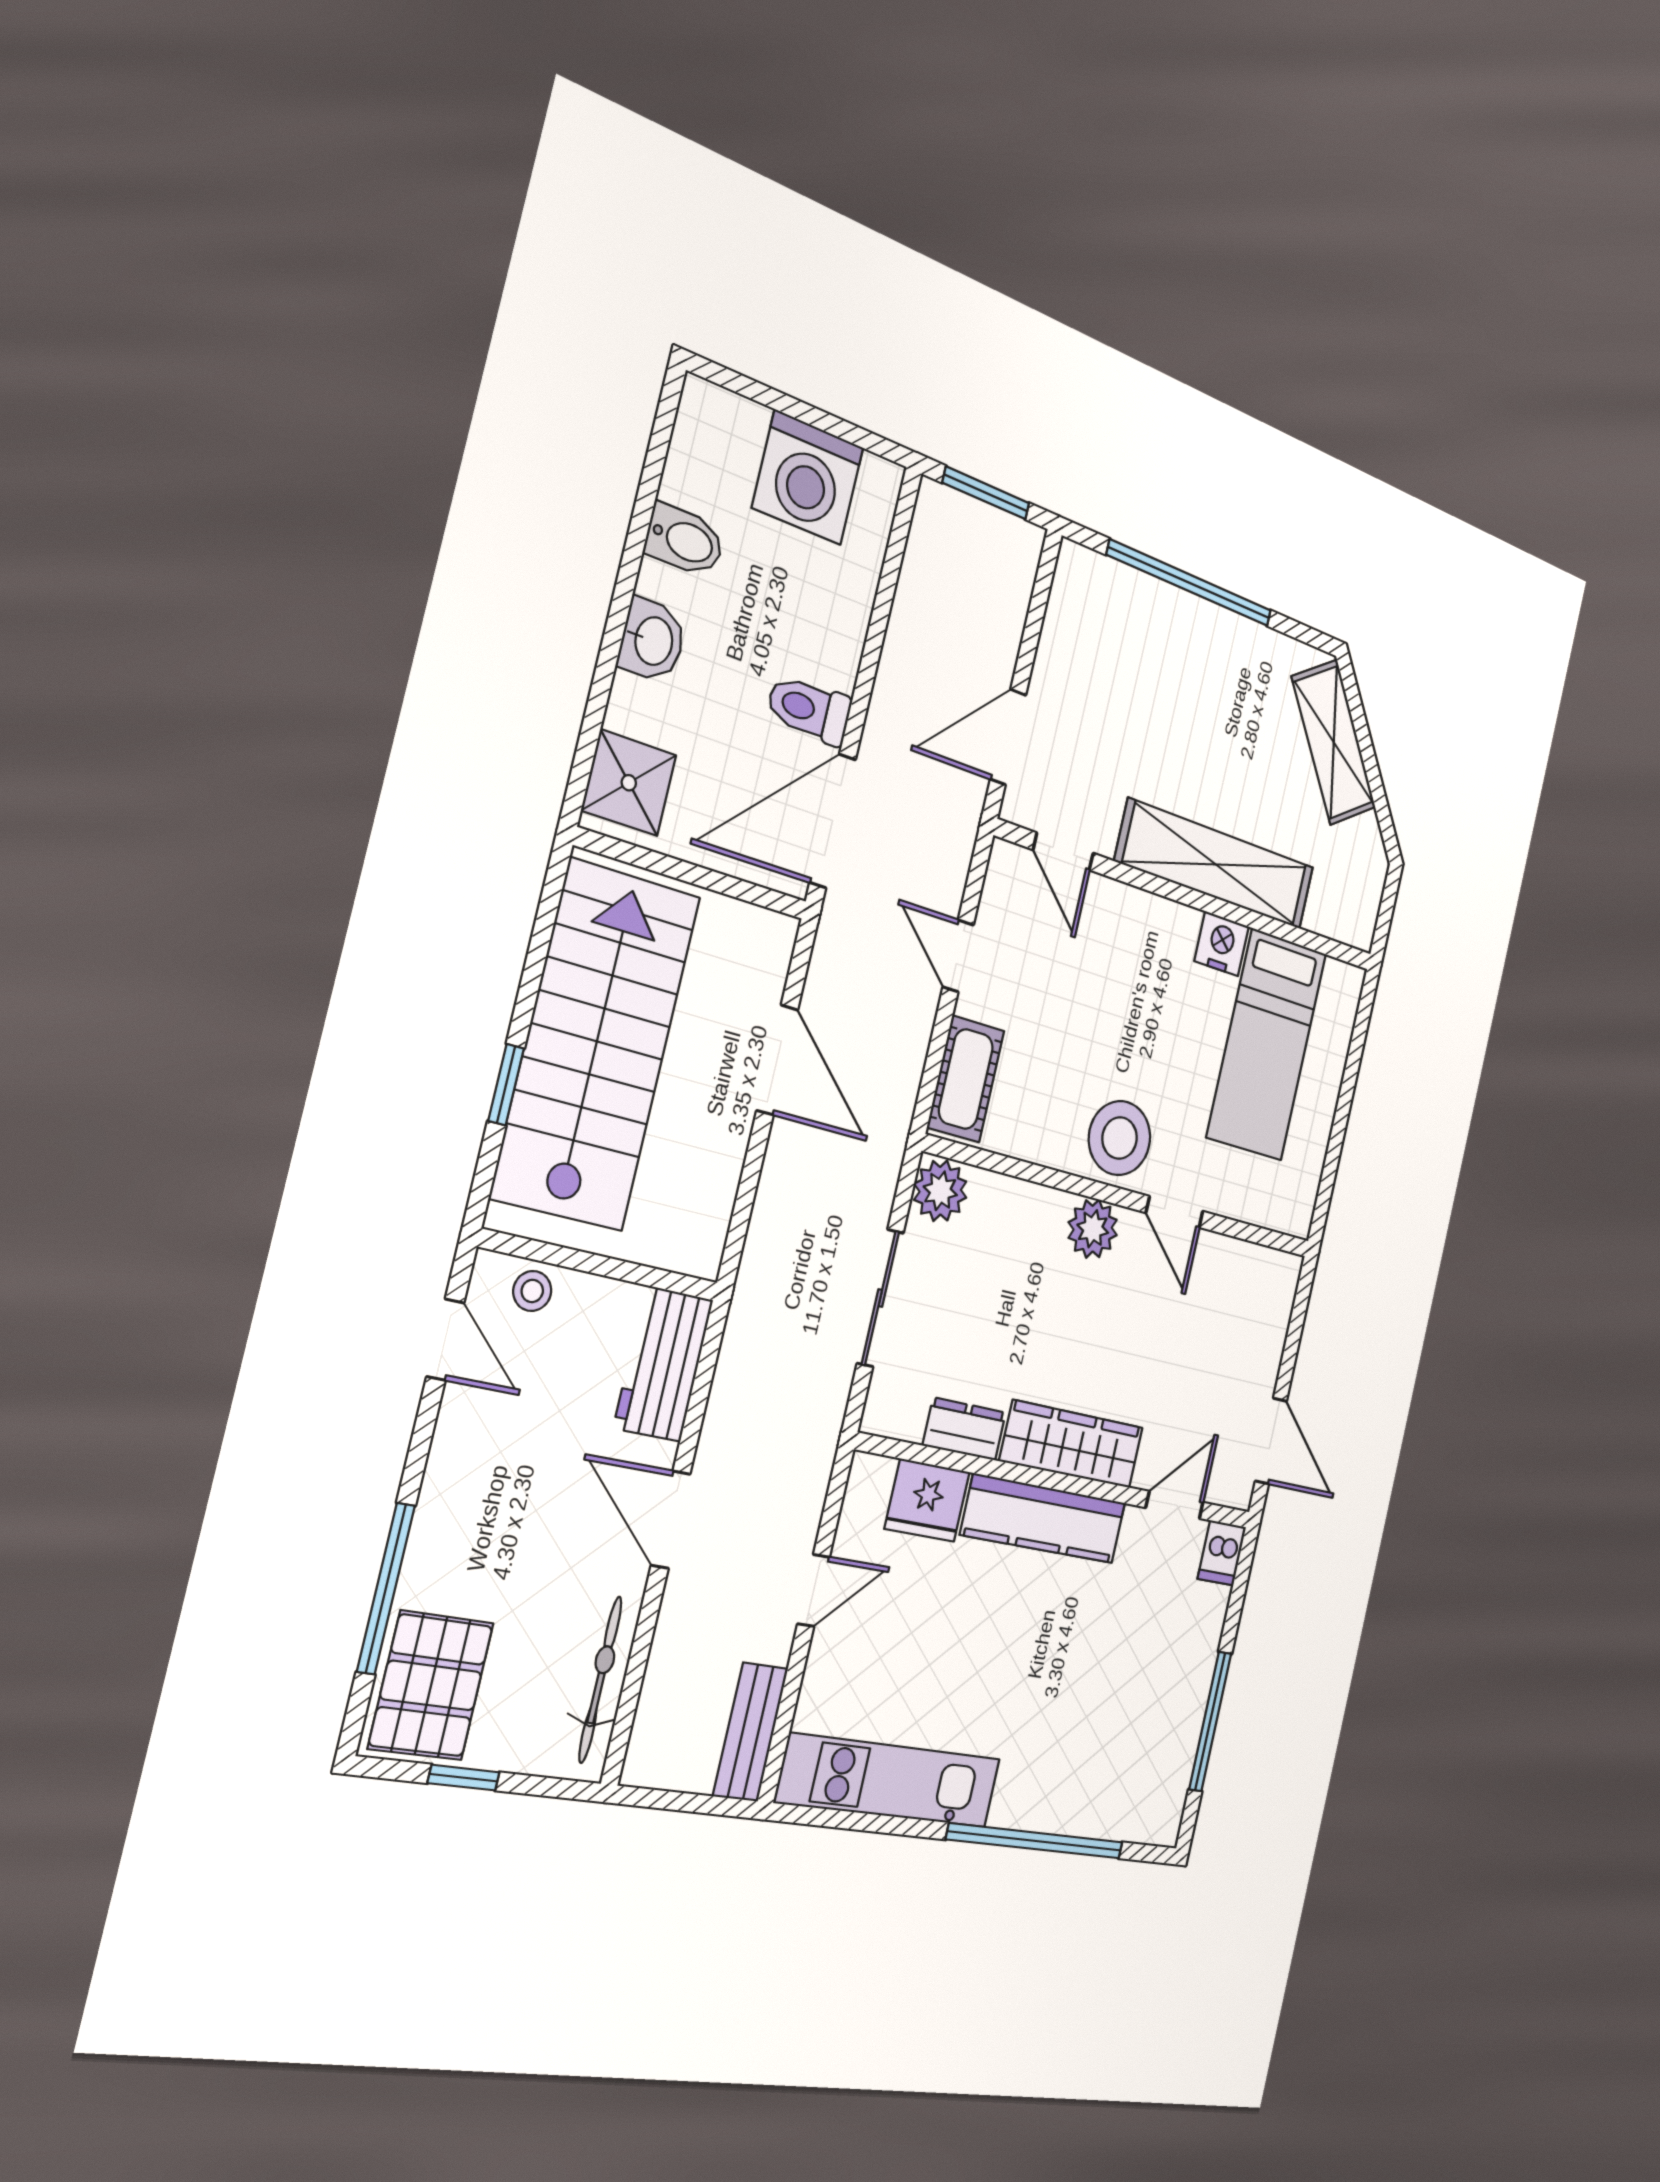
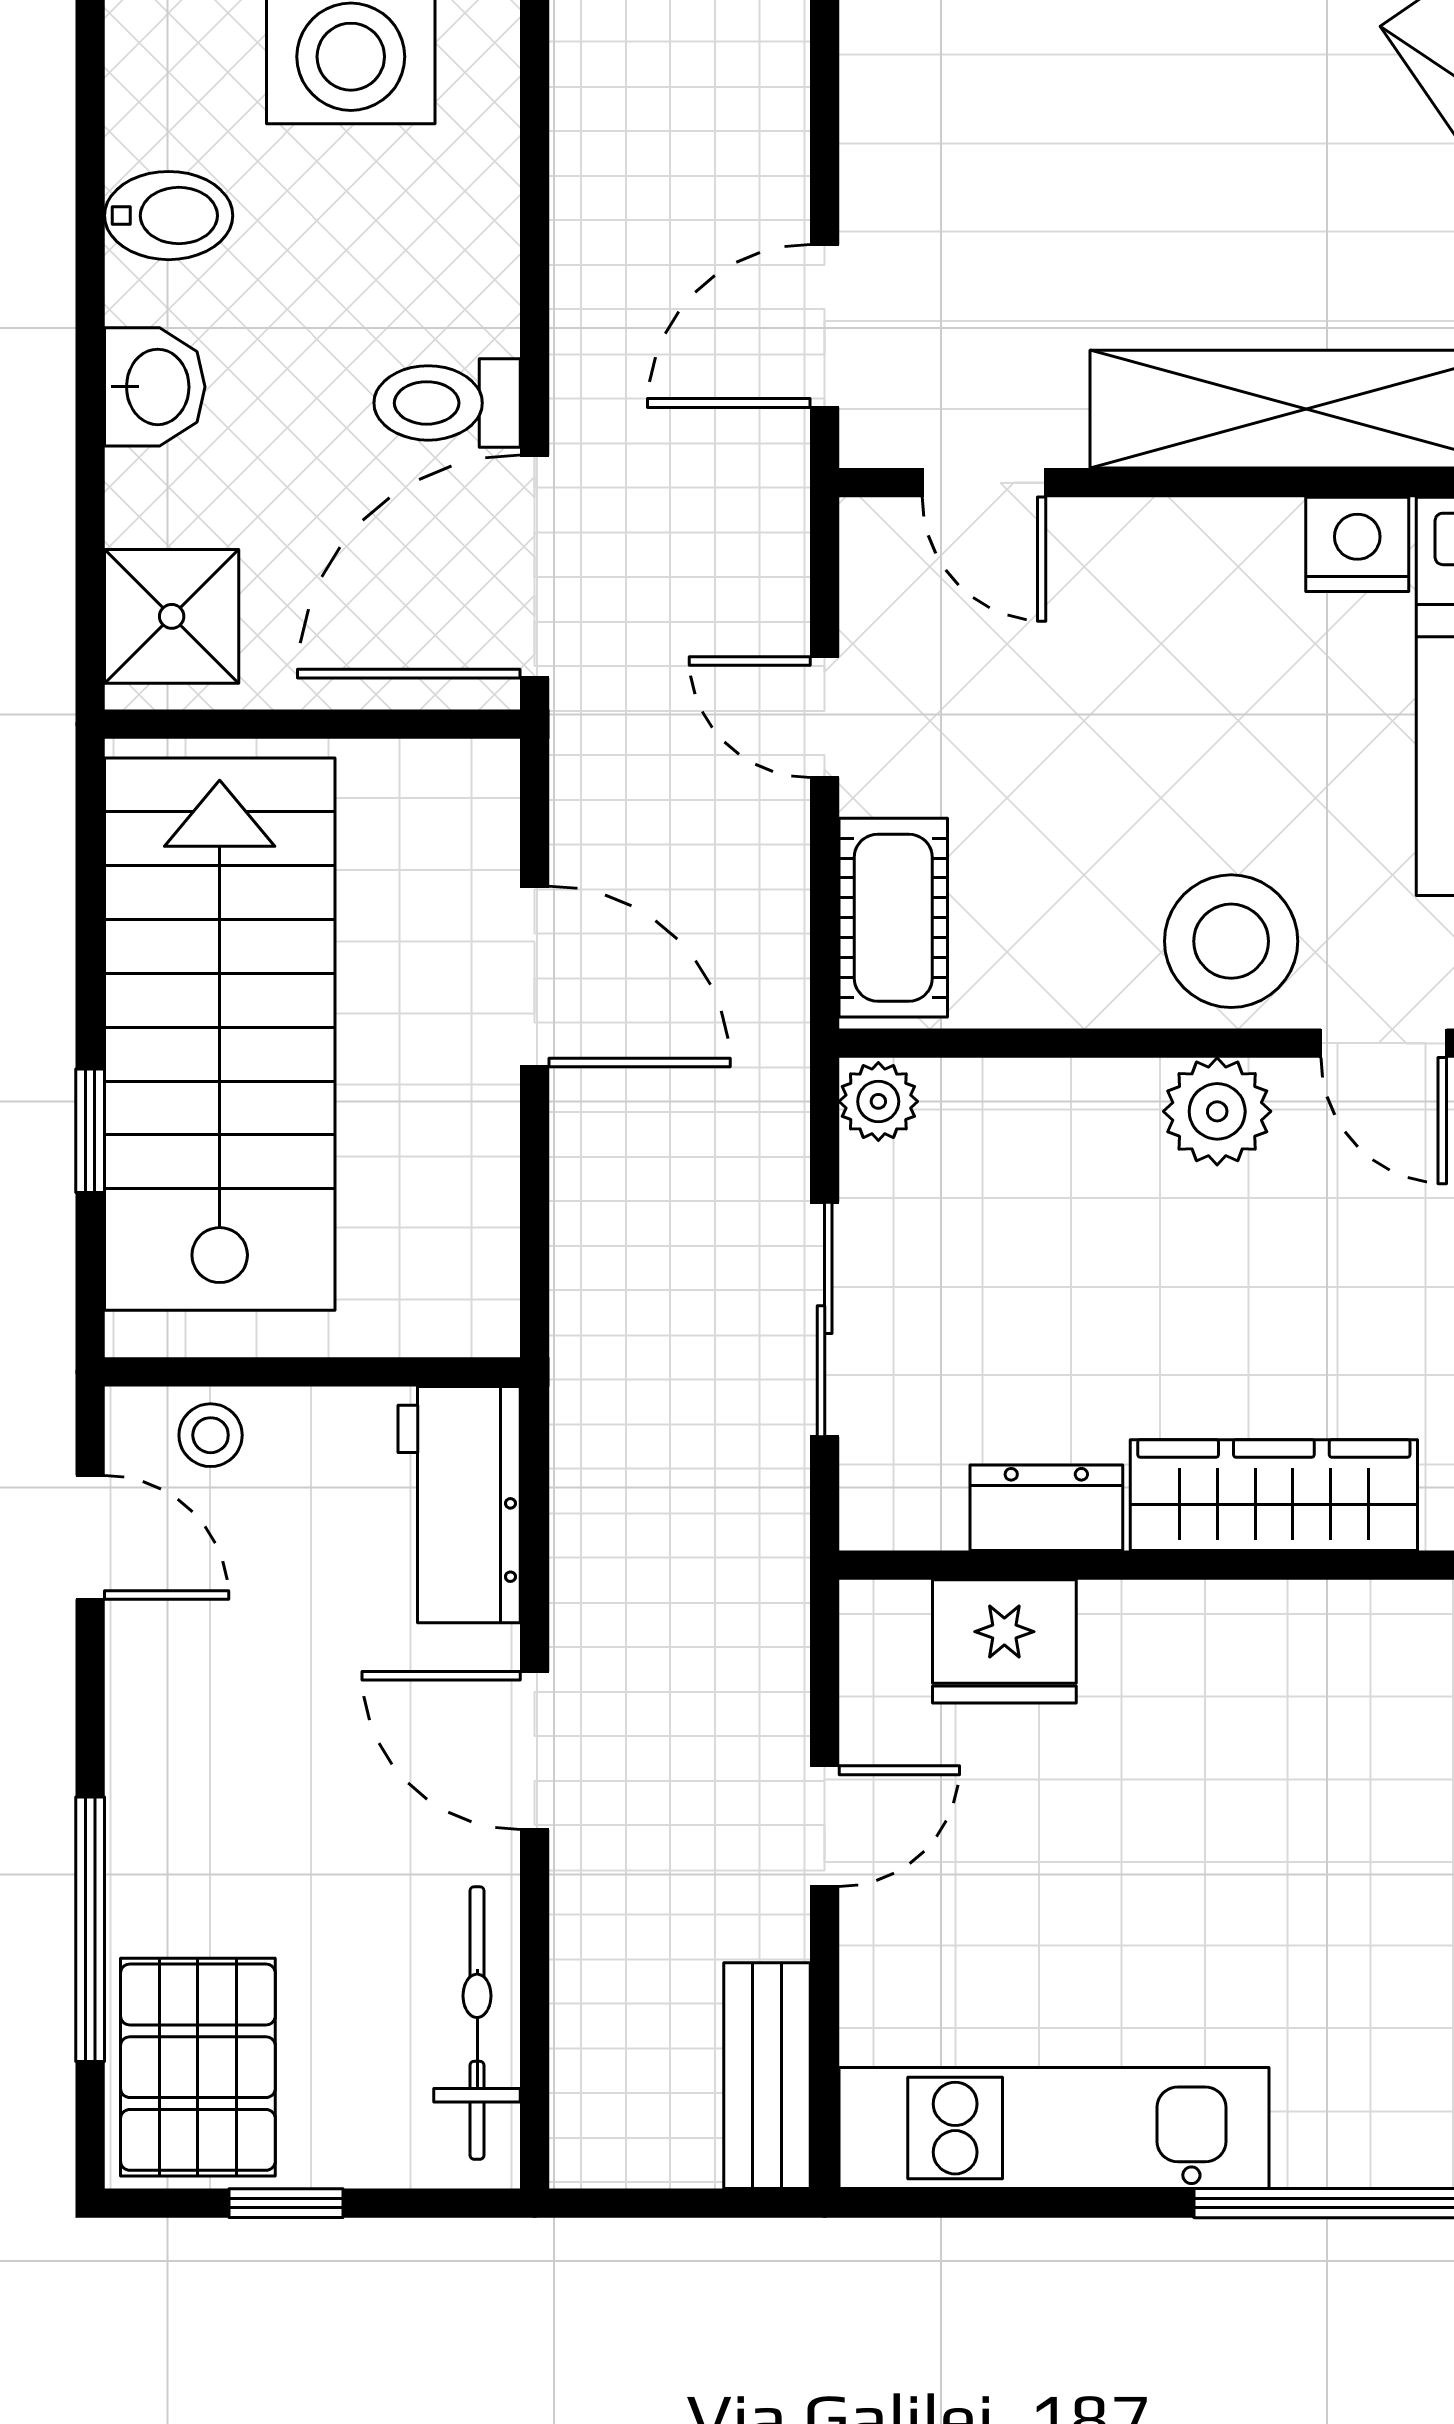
plant: (940, 1191) -> (878, 1101), width x0.73, depth x0.73
kitchen counter: (1044, 1519) -> (1250, 1635), removed

